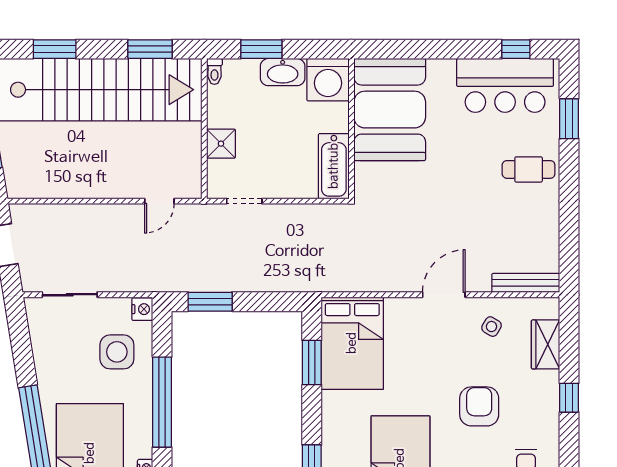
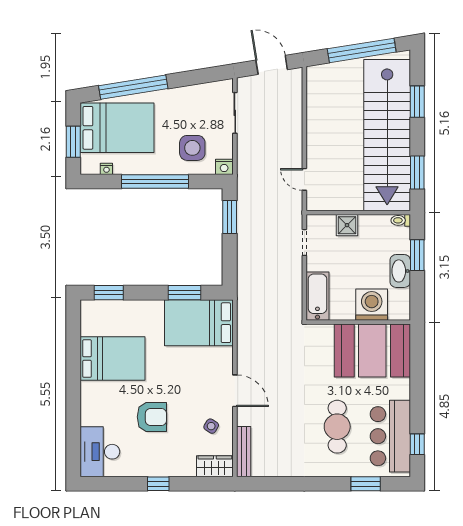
washing machine: (328, 80) -> (372, 305), moved, turned 90
bathtub: (334, 166) -> (317, 296), moved, turned 90
cafe table: (529, 169) -> (337, 427), moved, width x1.37, depth x1.35
wardrobe: (546, 344) -> (215, 466), moved

